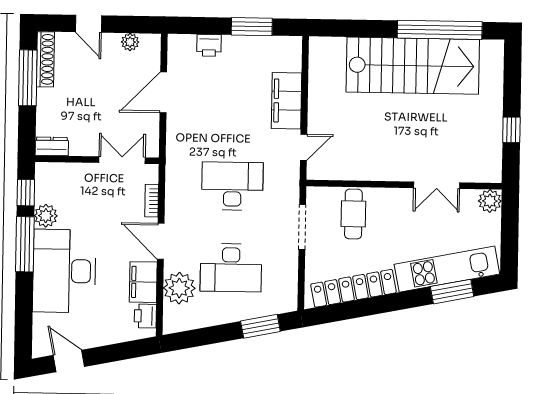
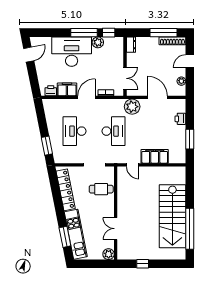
plant: (179, 288) -> (132, 107), moved

